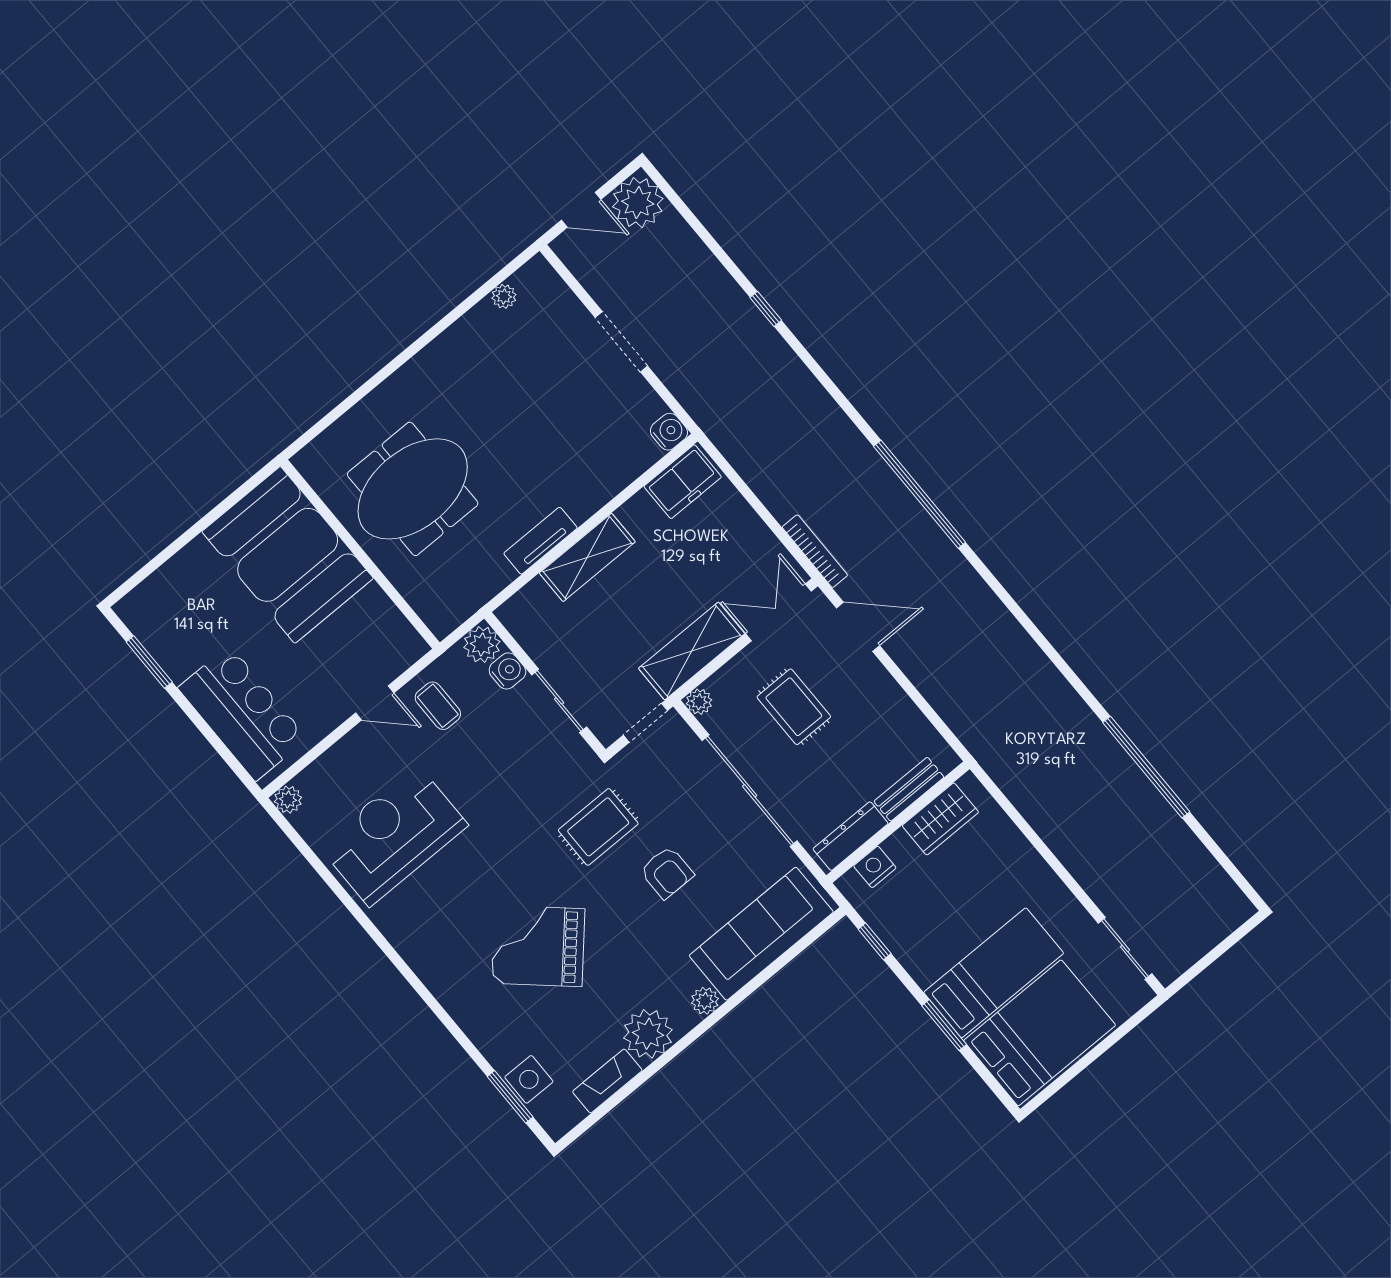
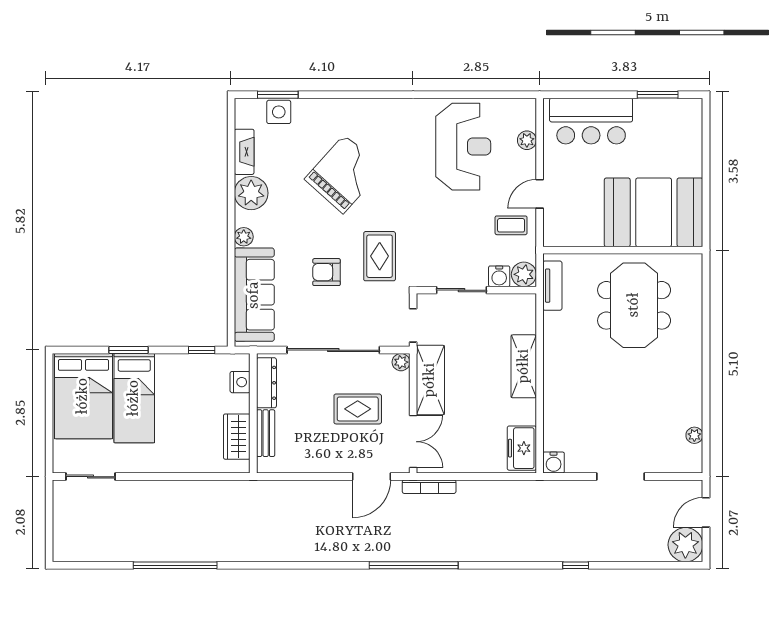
tv unit: (541, 541) -> (552, 286), moved
plant: (288, 800) -> (527, 140), moved

